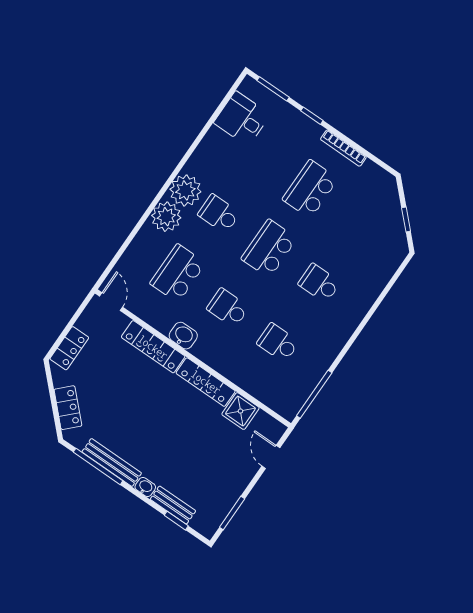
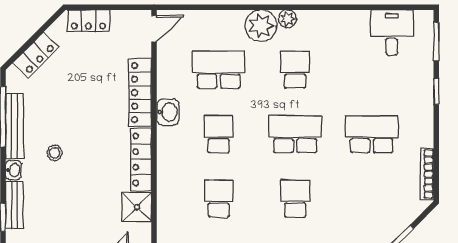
bookcase: (343, 148) -> (427, 174), moved
plant: (185, 190) -> (287, 19), width x0.53, depth x0.53
stool: (154, 446) -> (55, 153), added

